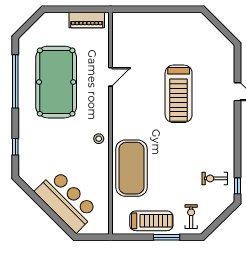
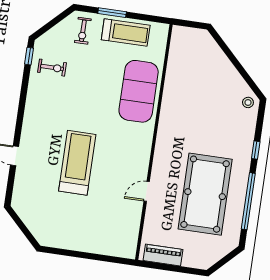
stool: (99, 139) -> (248, 102), moved
window: (15, 147) -> (256, 150), moved
bar counter: (66, 201) -> (213, 66), removed
treadmill: (151, 221) -> (126, 32), turned 180

